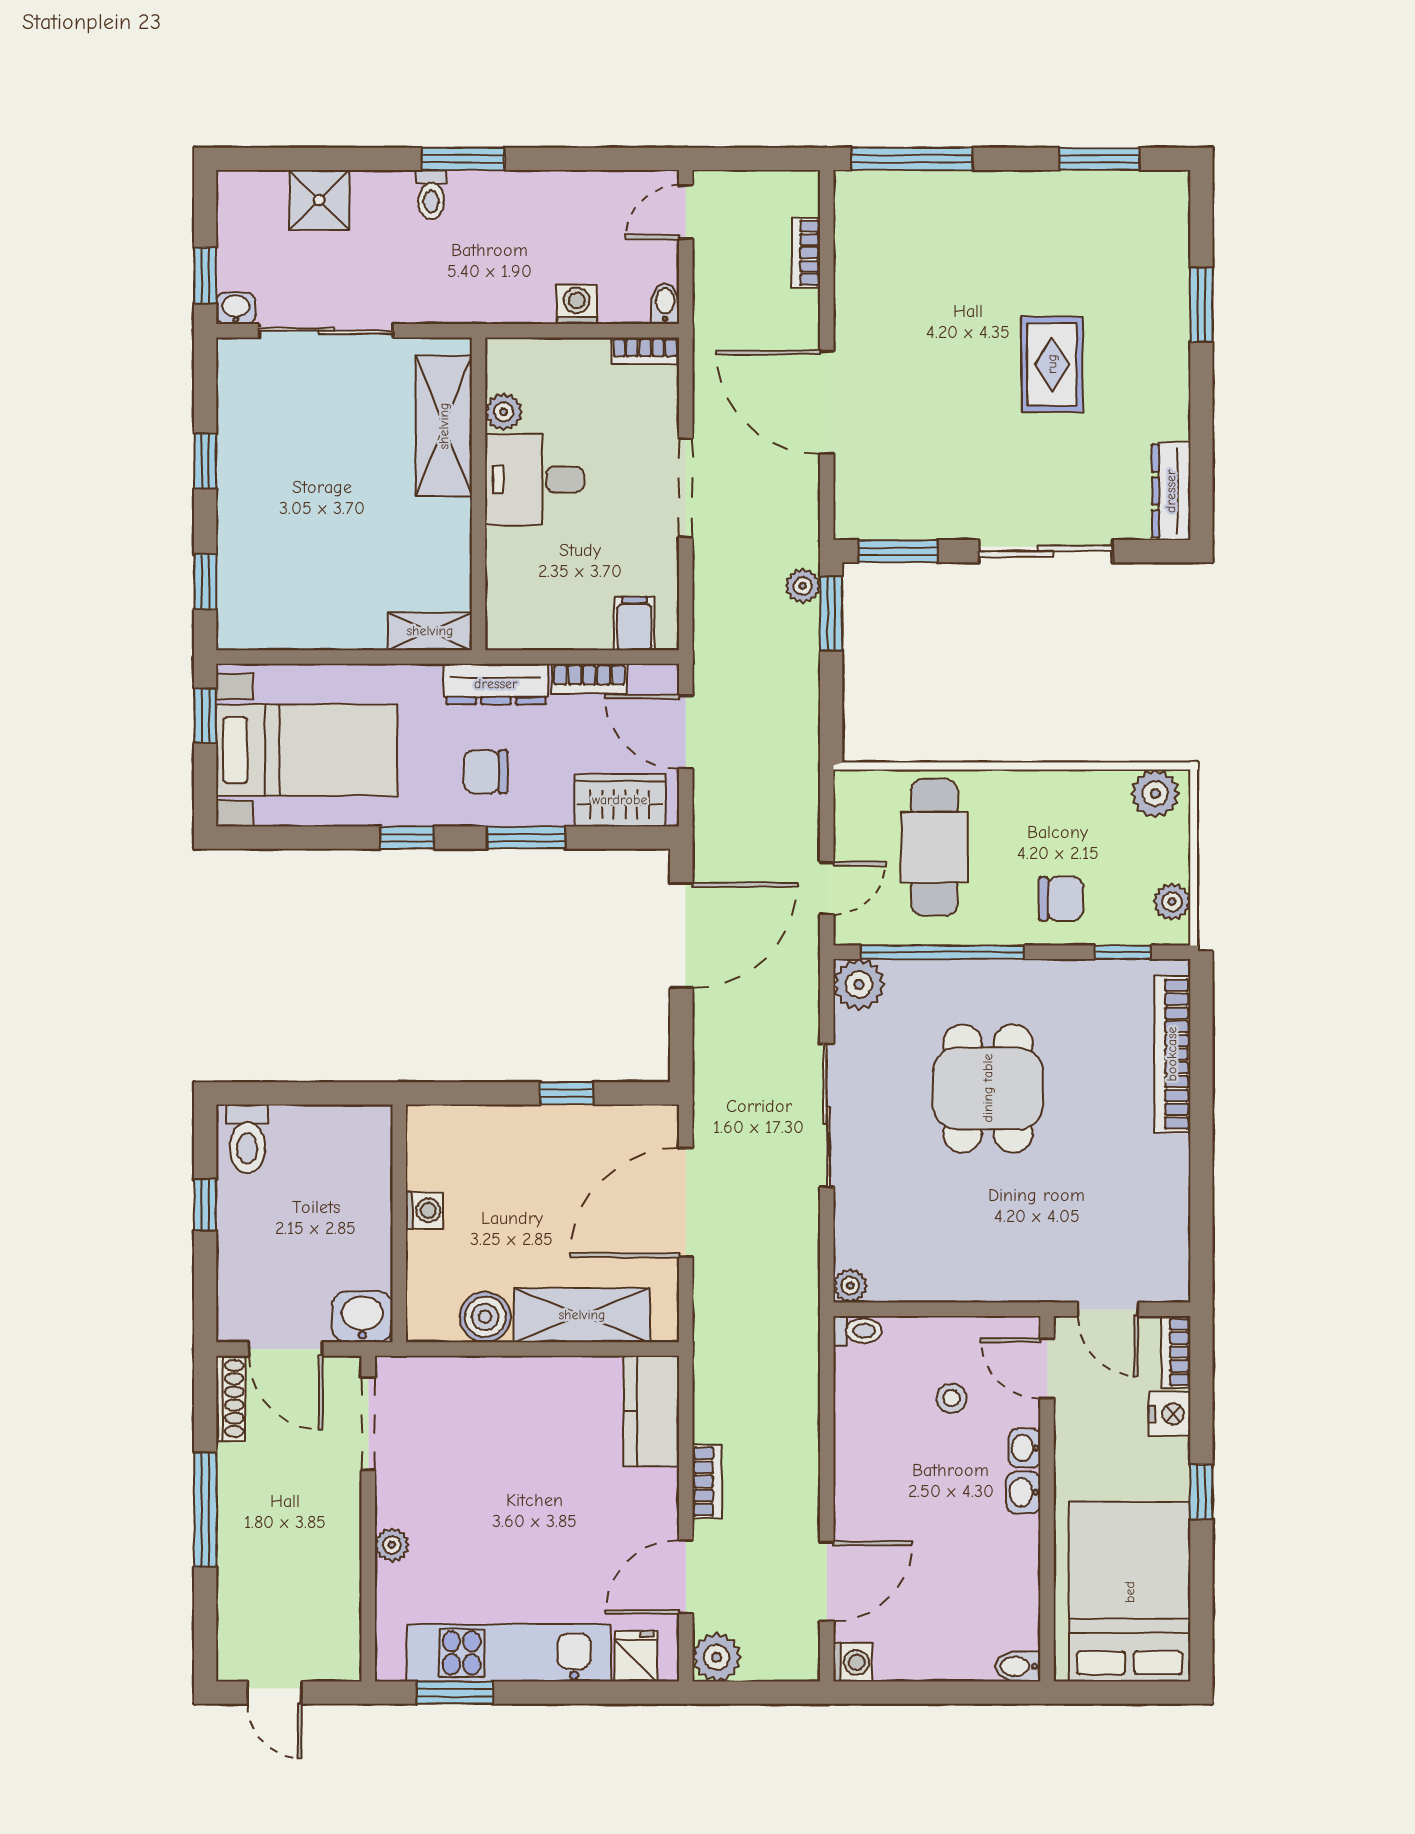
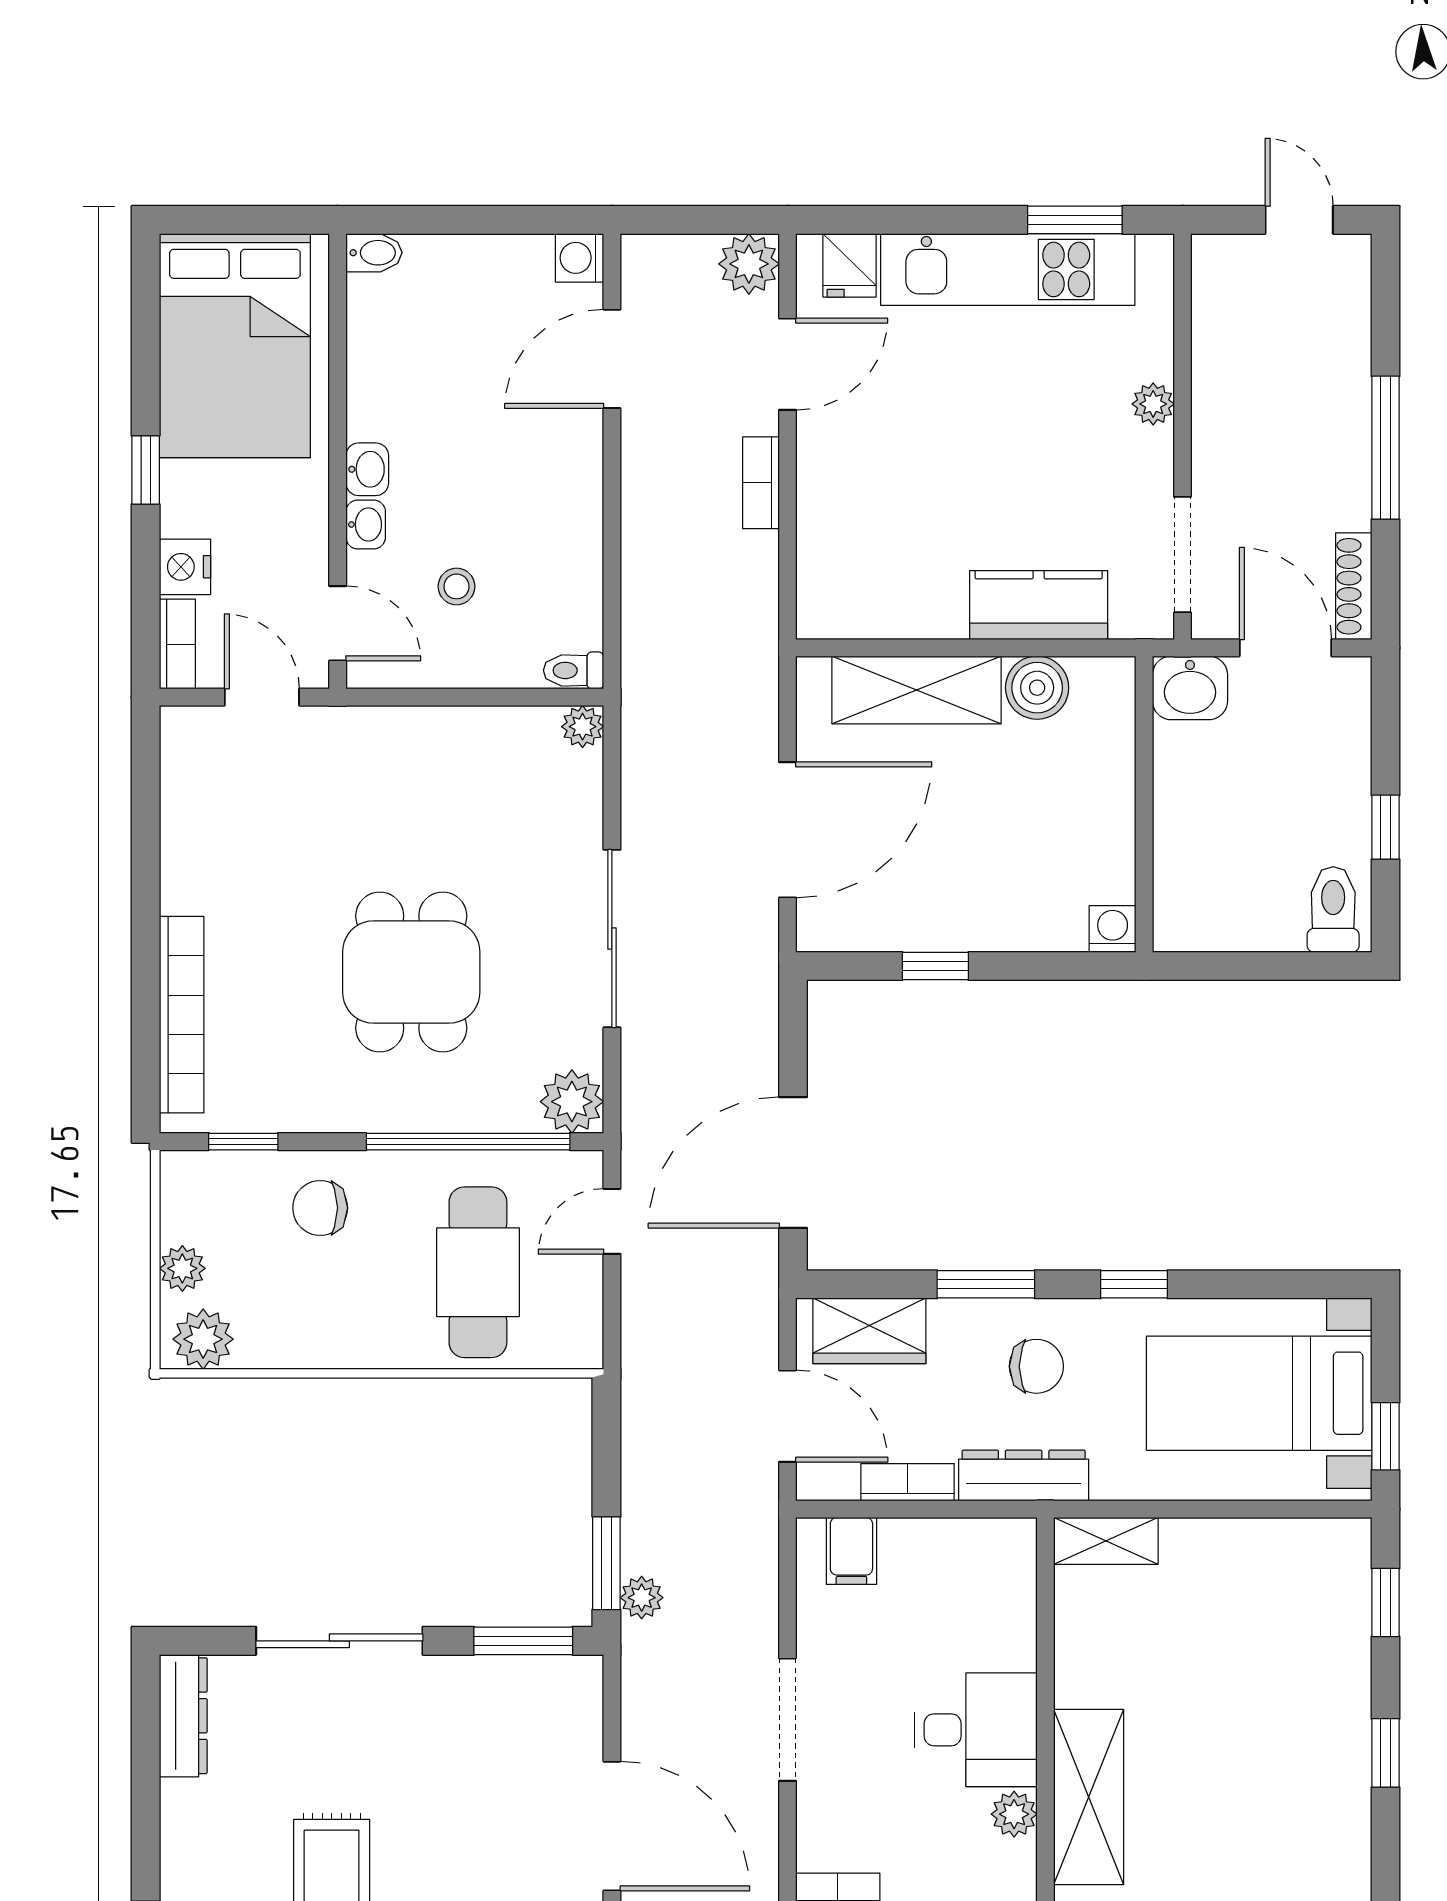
plant: (1172, 902) -> (182, 1268), moved
washing machine: (425, 1210) -> (1113, 929), moved, turned 90
kitchen counter: (651, 1411) -> (1039, 605), moved, turned -90

